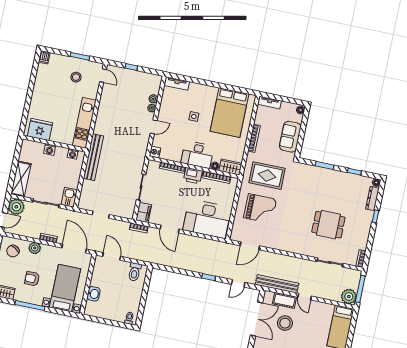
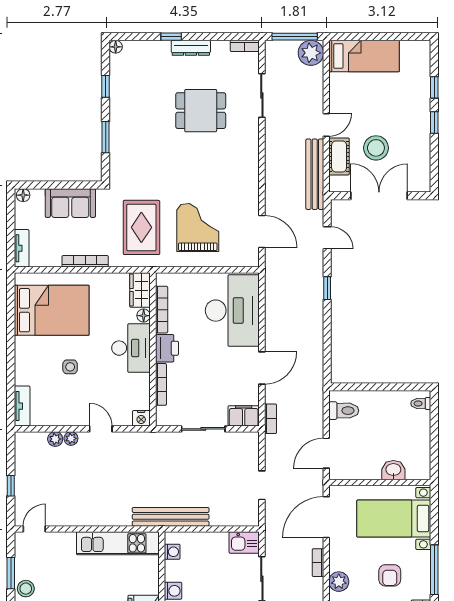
stool: (76, 77) -> (26, 589), moved
dresser: (372, 199) -> (191, 48), moved
dining table: (328, 225) -> (201, 111), turned 90

